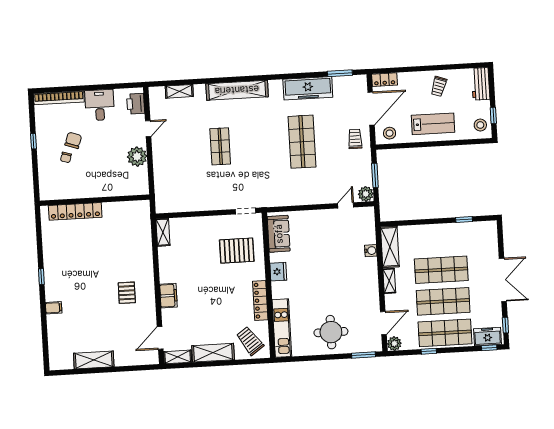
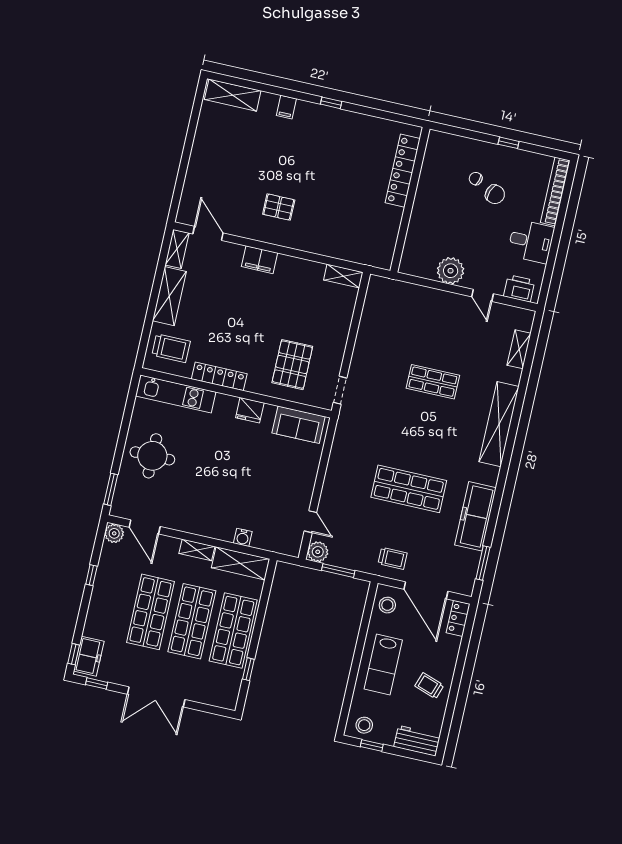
shop shelf: (445, 333) -> (233, 631), moved
trolley: (250, 341) -> (171, 348), turned 35
shelving: (94, 360) -> (233, 95), moved, turned 90

